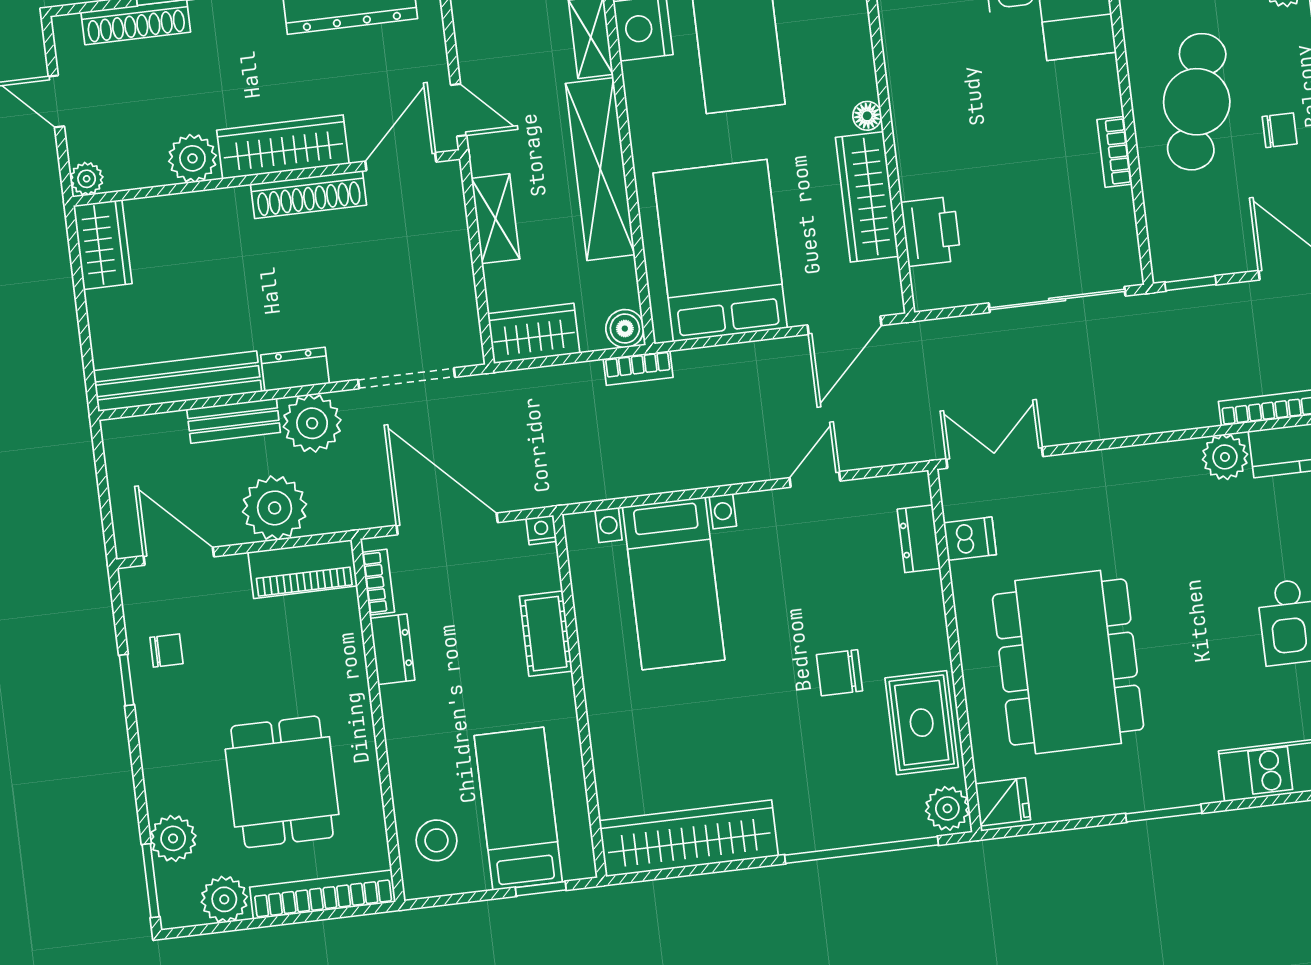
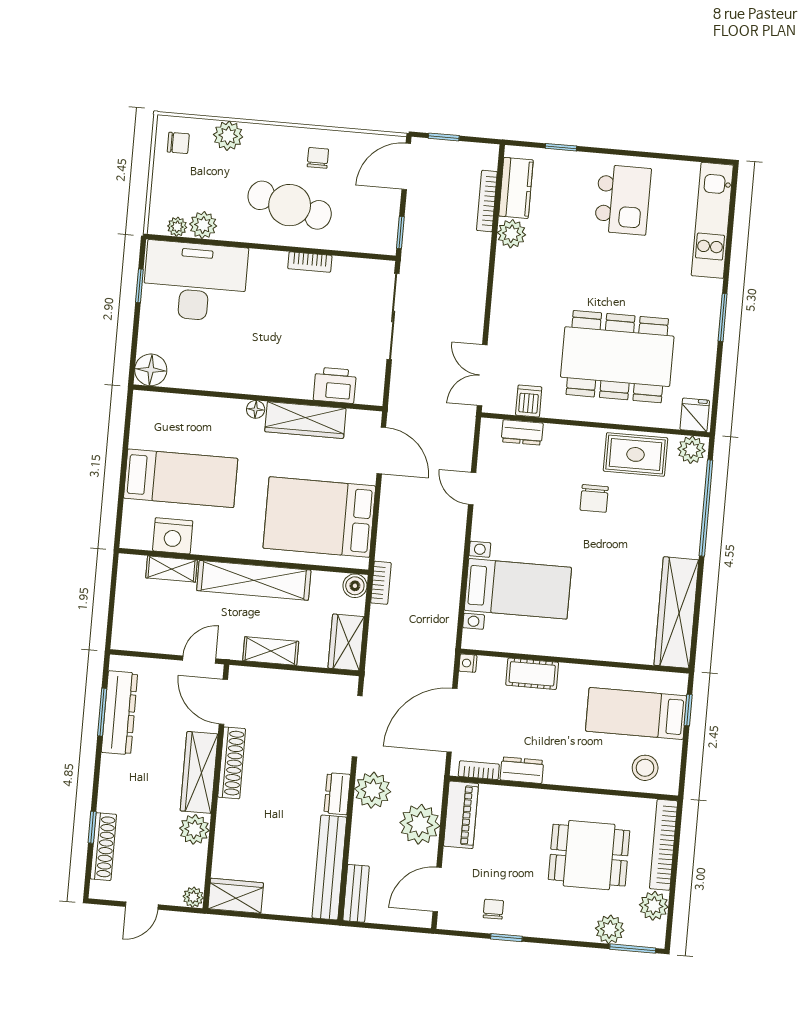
bench: (234, 421) -> (356, 893), moved

